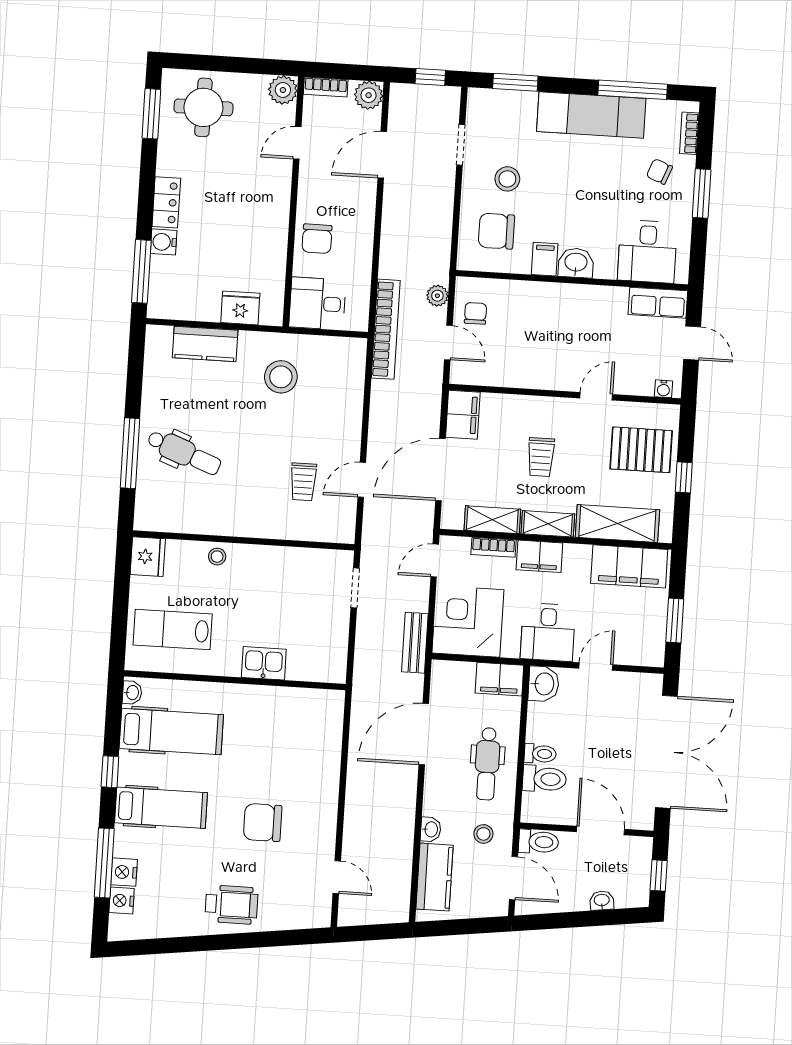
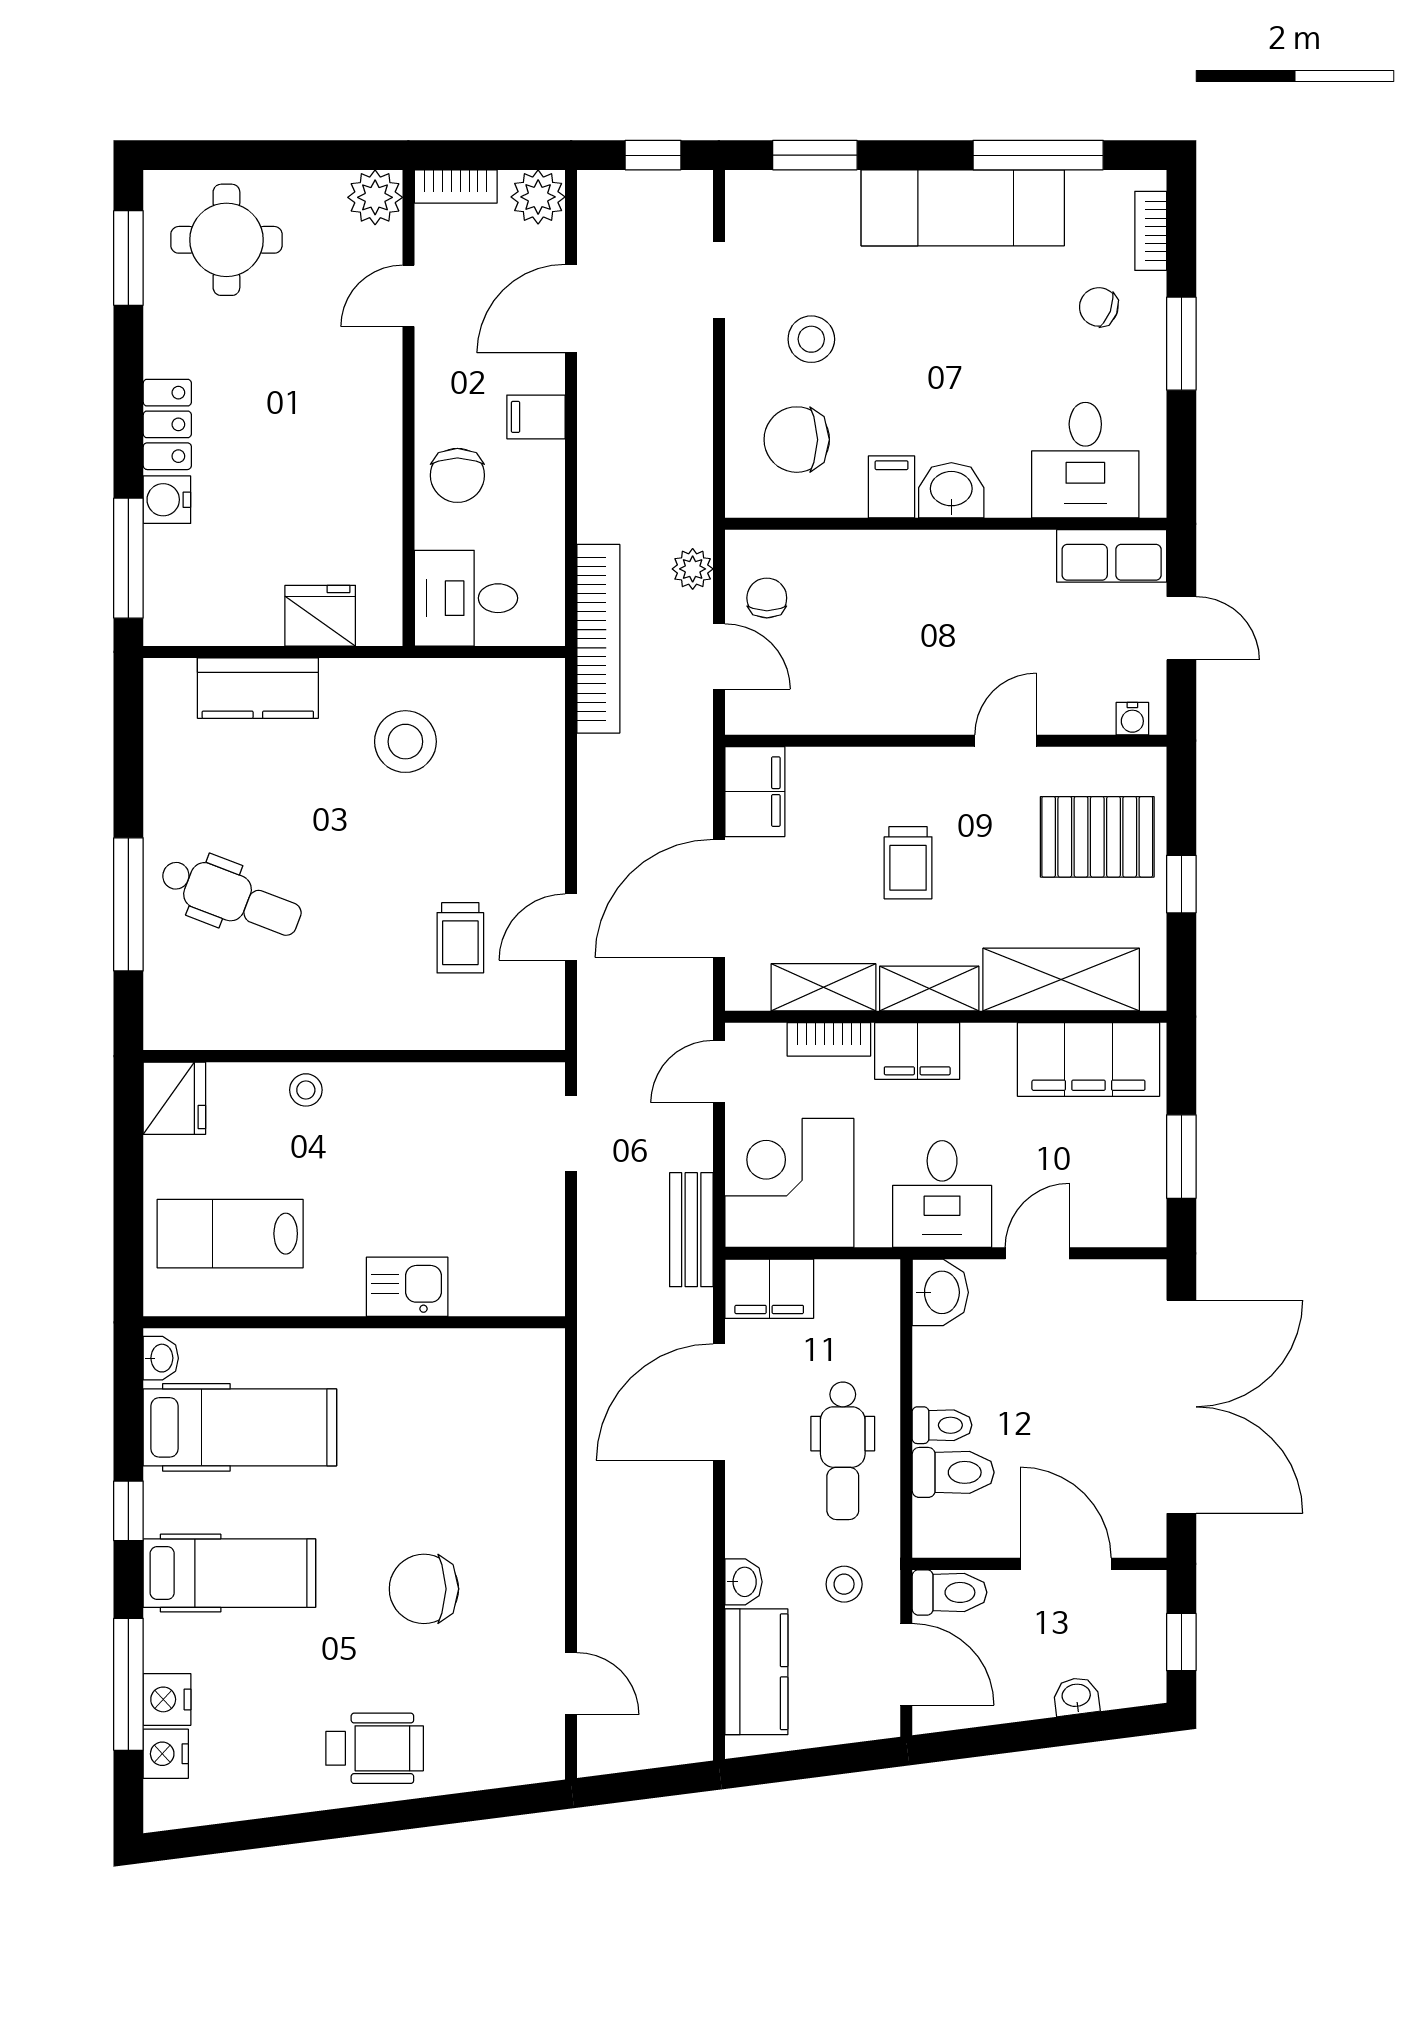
filing cabinet: (360, 211) -> (536, 417), added
filing cabinet: (499, 679) -> (769, 1289), moved

